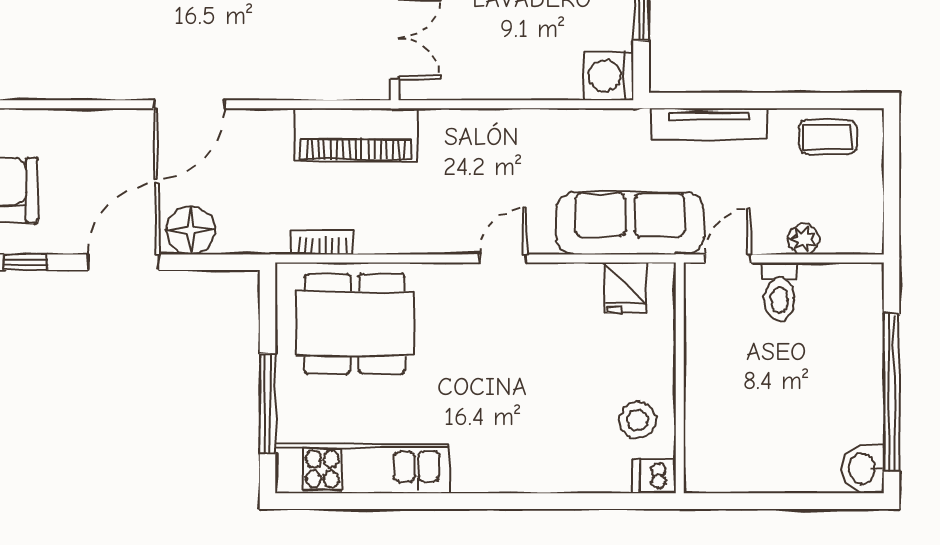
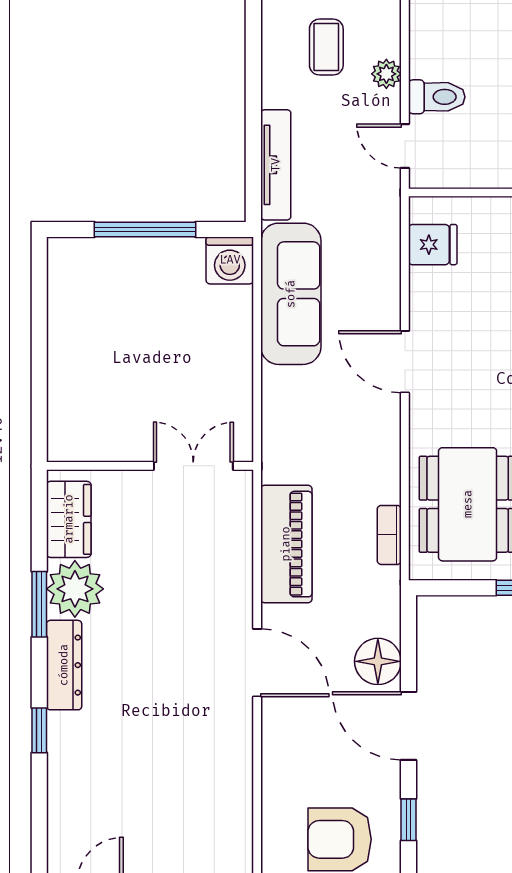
piano: (356, 135) -> (286, 544), moved
coffee table: (828, 137) -> (326, 47), moved
sofa: (630, 223) -> (291, 294), moved, turned 180
door: (503, 258) -> (405, 362), width x1.38

